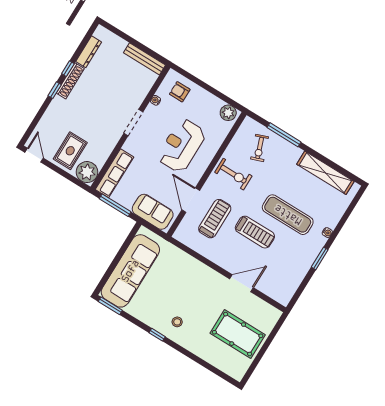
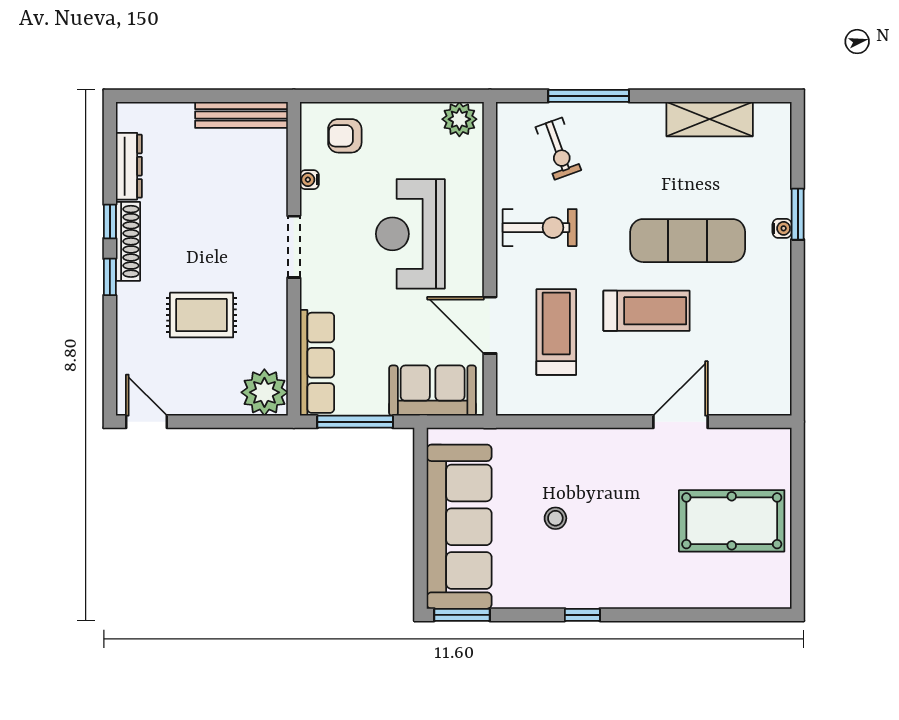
rug: (70, 151) -> (202, 315), moved, turned 90
shelving: (325, 173) -> (710, 119), width x0.68
window: (320, 258) -> (798, 214), moved
stool: (177, 322) -> (555, 518), moved

